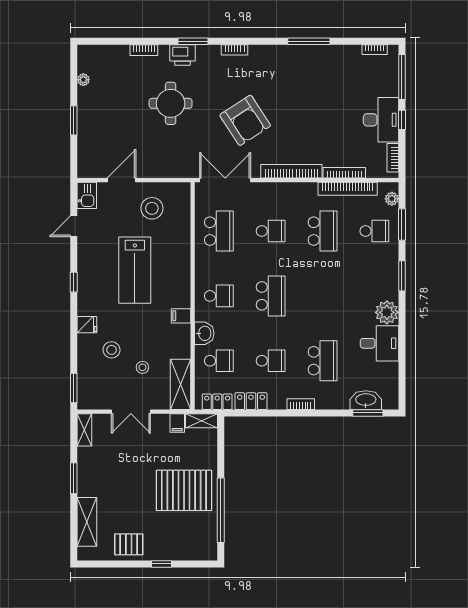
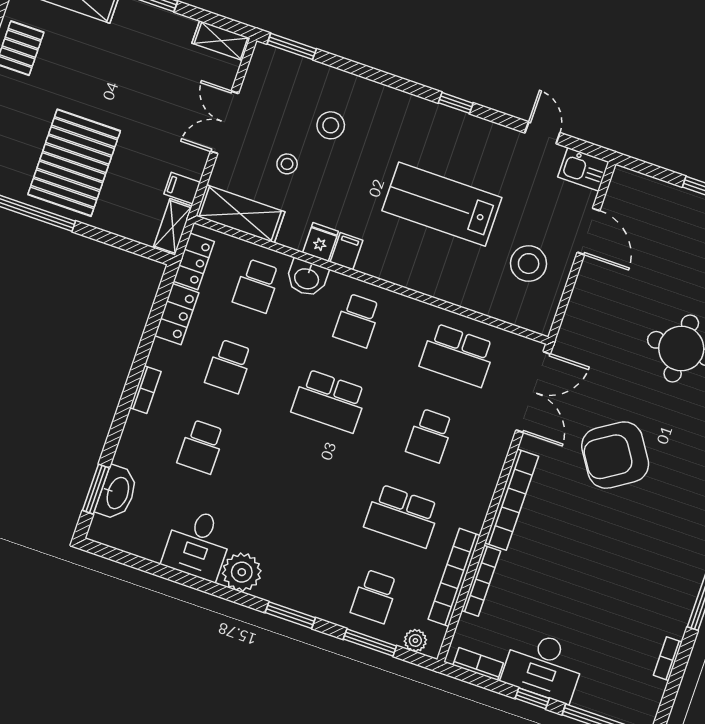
bookcase: (375, 50) -> (668, 659), moved
fridge: (87, 325) -> (321, 242), moved, turned 180
school desk: (323, 361) -> (201, 447), width x0.54

